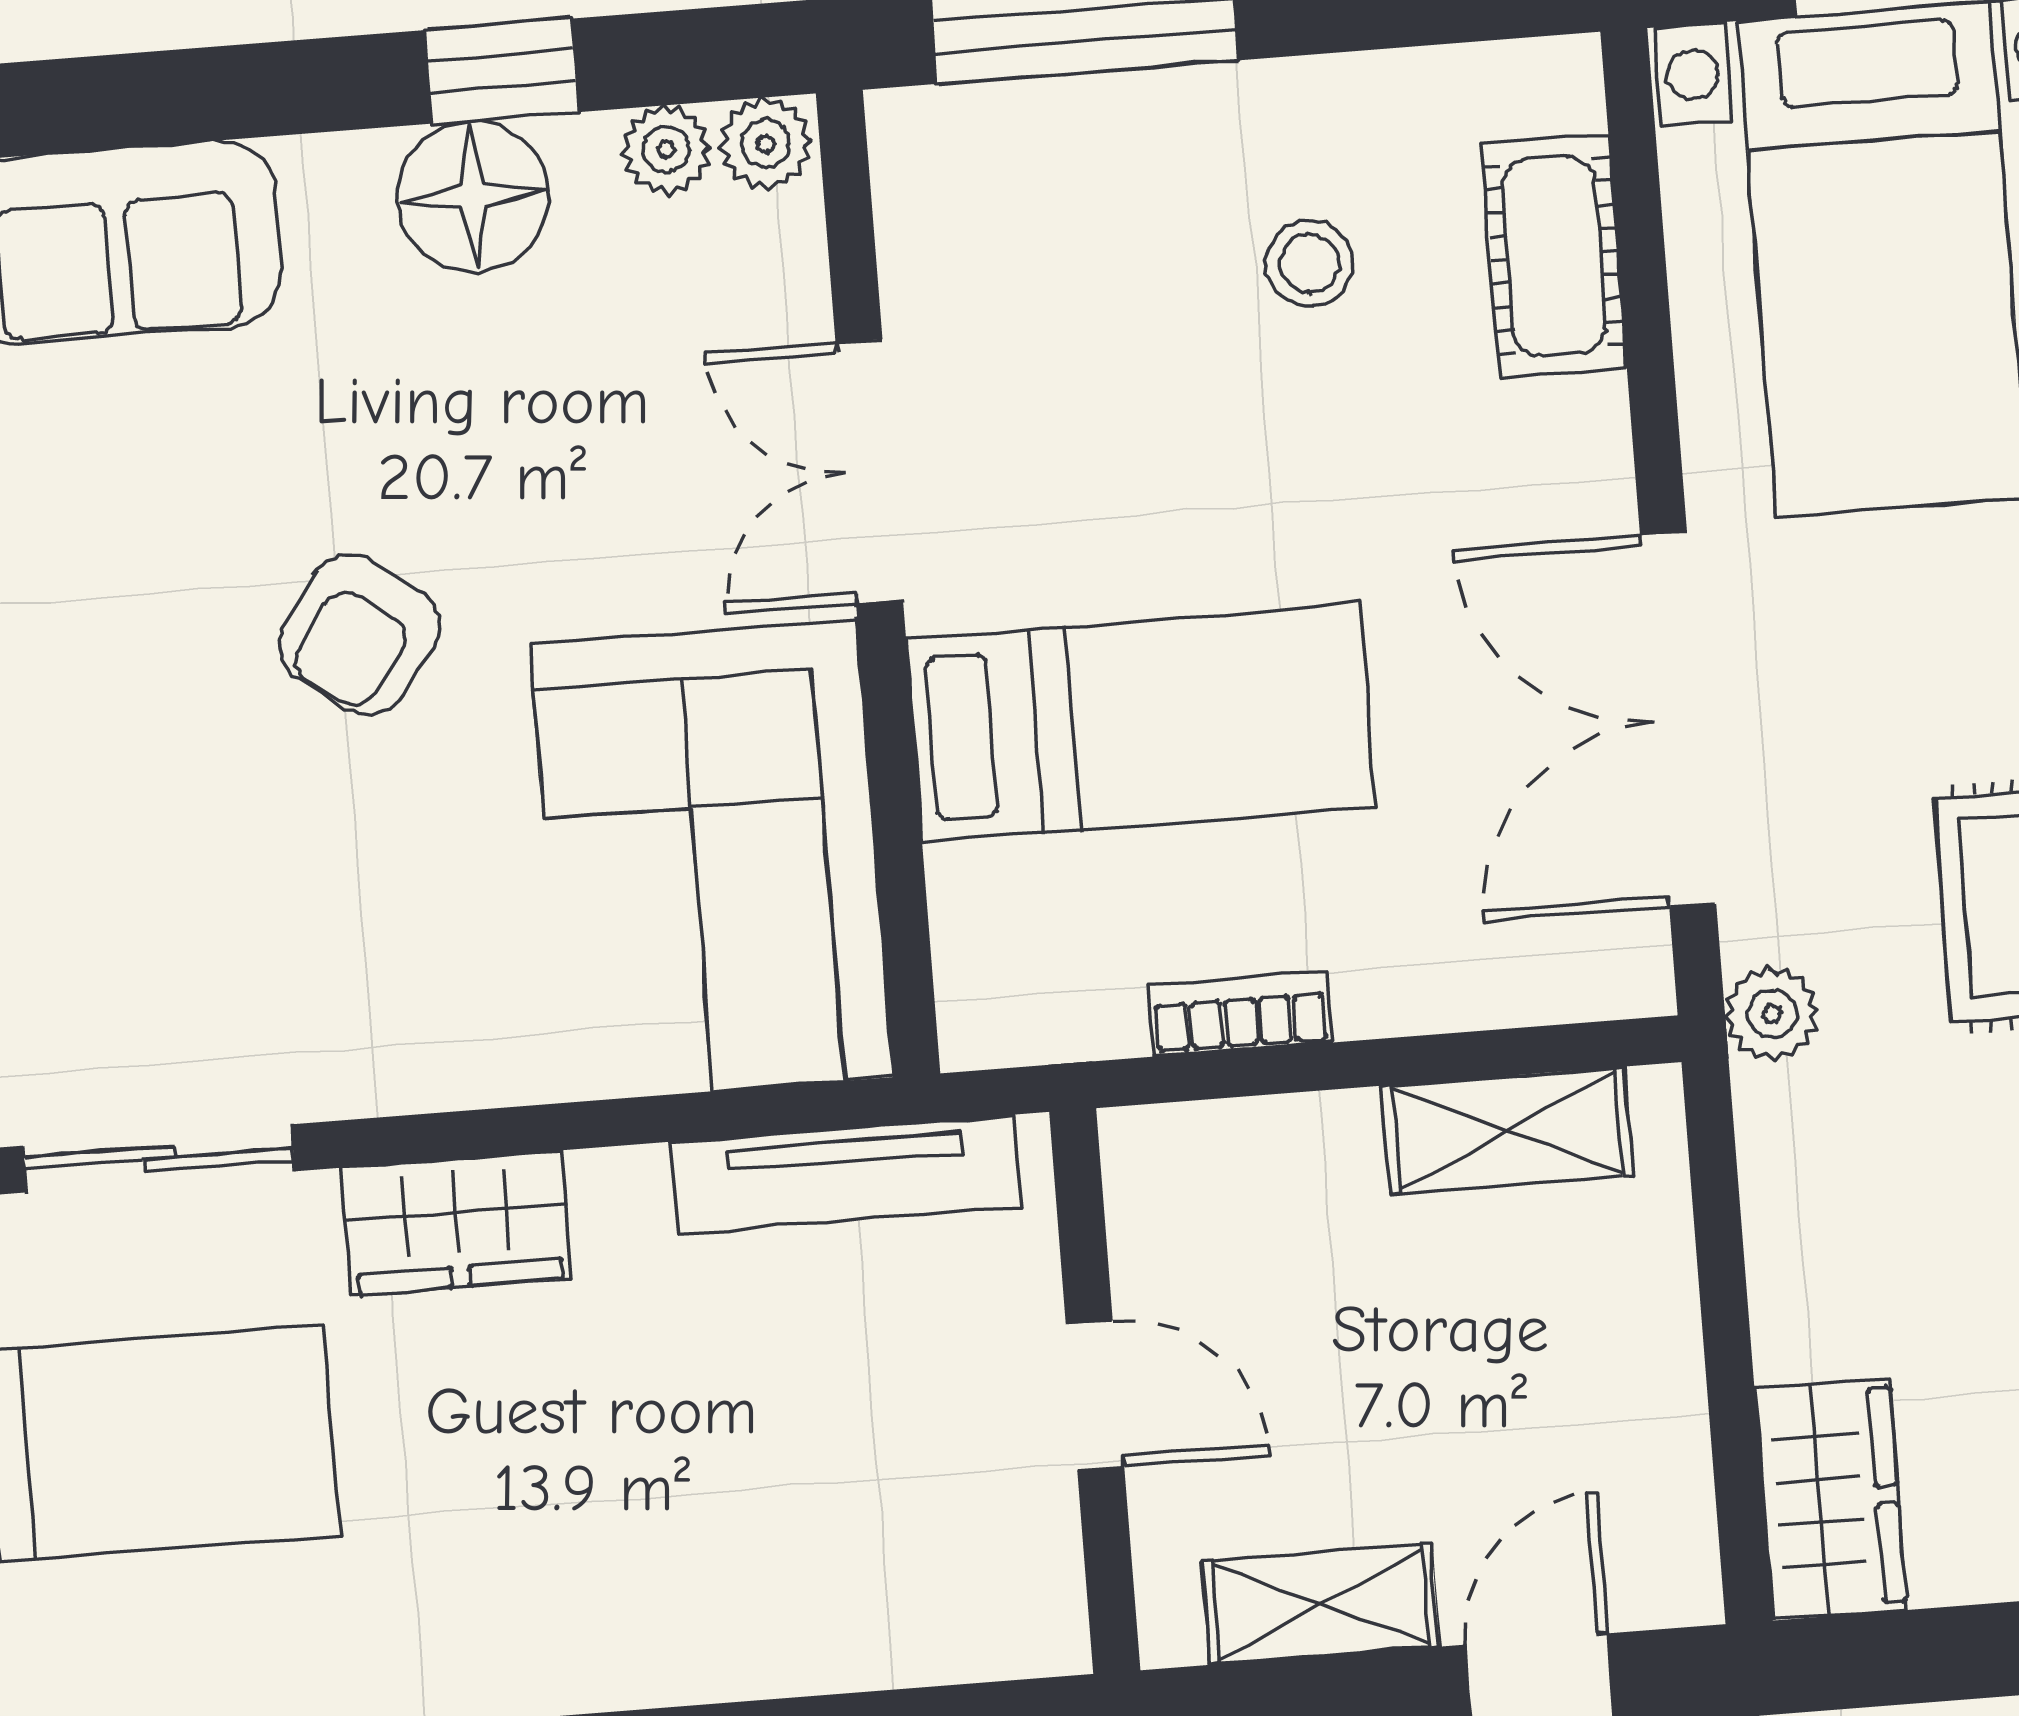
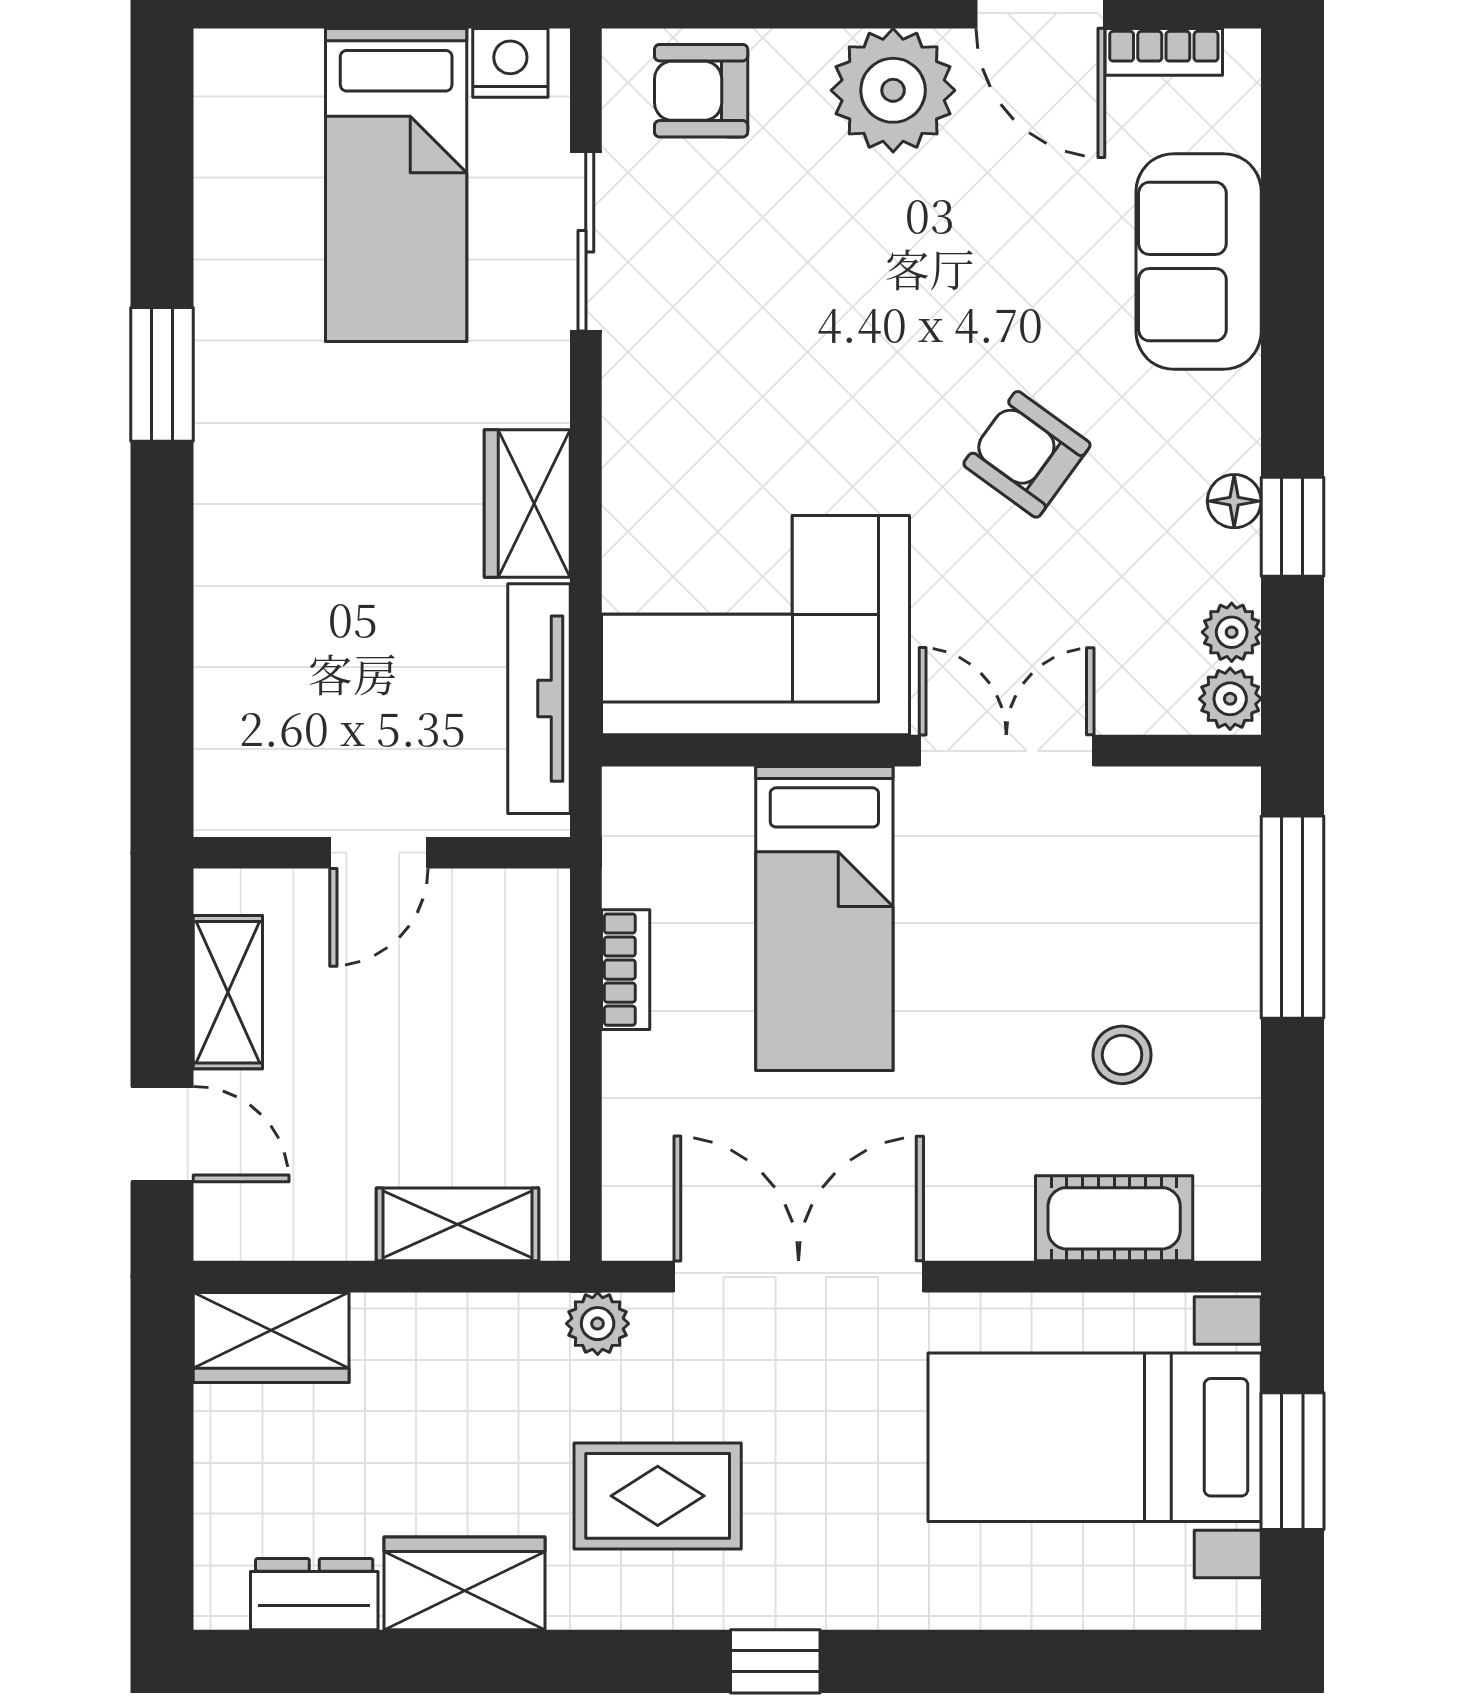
floor lamp: (473, 196) -> (1234, 501), width x0.53, depth x0.53
armchair: (359, 635) -> (1027, 454), moved
shelving: (1507, 1131) -> (458, 1224), moved, turned 90
wardrobe: (456, 1223) -> (527, 504), moved

